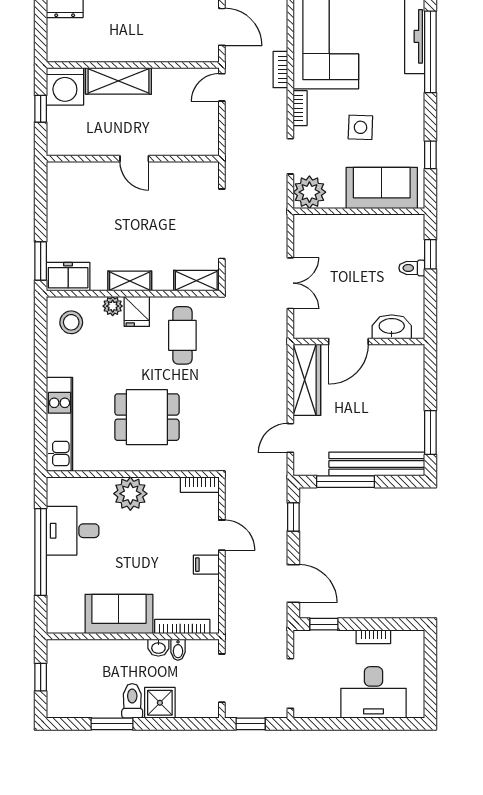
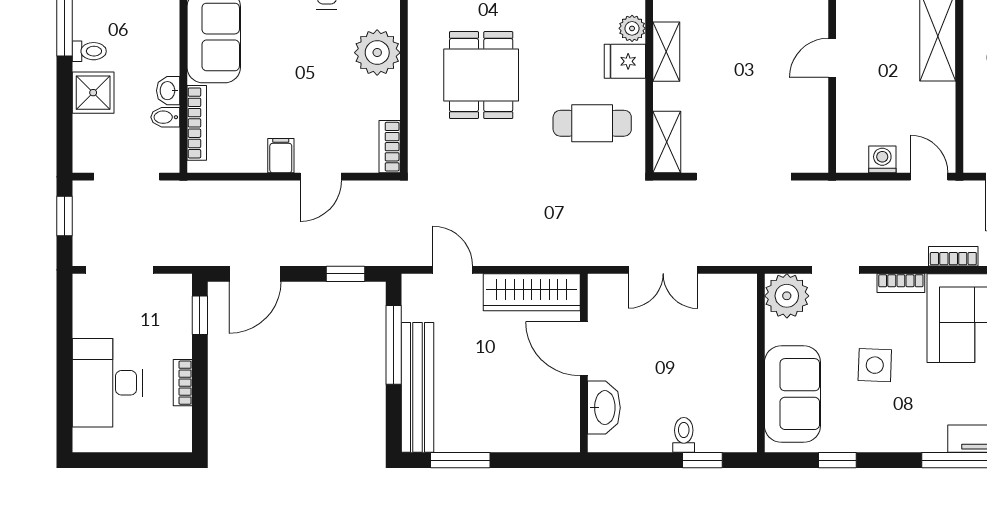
washing machine: (209, 122) -> (882, 159), added
toilet: (132, 701) -> (89, 51), width x0.73, depth x0.72

